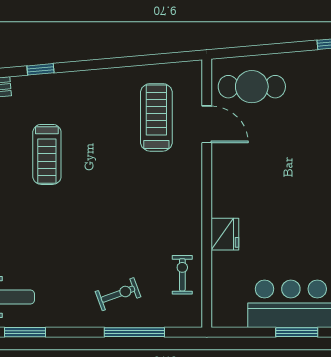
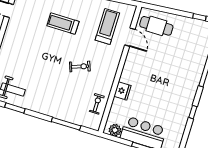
treadmill: (47, 154) -> (63, 24), moved, turned 90
exercise bike: (118, 294) -> (80, 67), moved
plant: (234, 315) -> (115, 130), added

